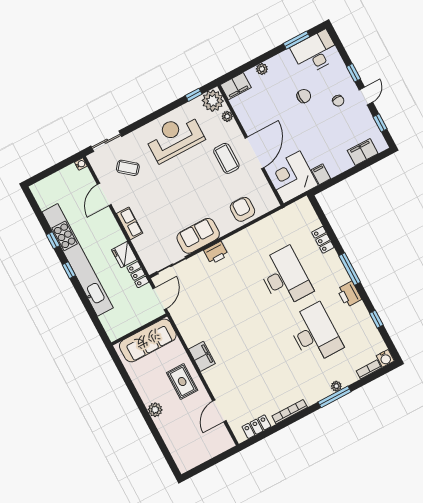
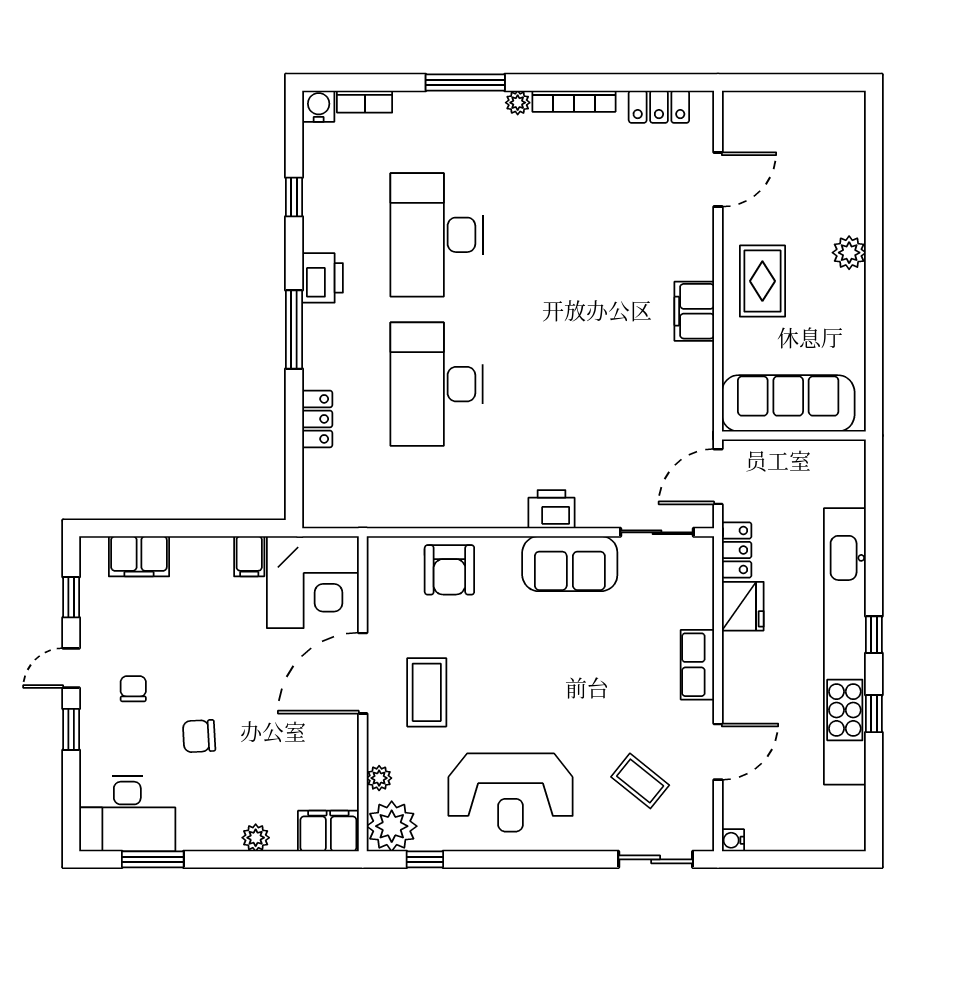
plant: (336, 386) -> (518, 103), moved

